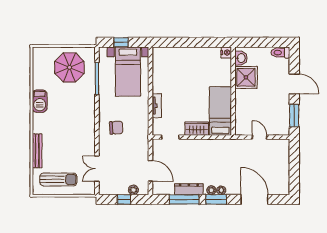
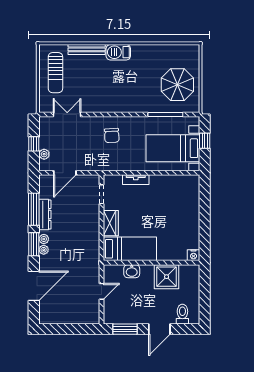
toilet: (280, 53) -> (182, 314), moved
washbasin: (241, 58) -> (132, 271), moved
barbecue: (40, 101) -> (118, 52), moved

